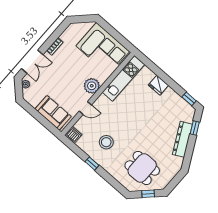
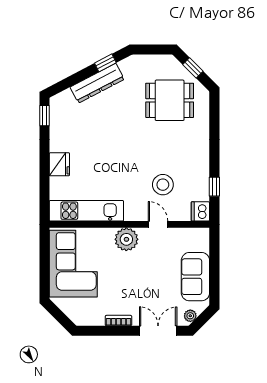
sofa: (53, 113) -> (195, 277), moved
window: (195, 128) -> (105, 63), moved
stool: (106, 142) -> (163, 185), moved
window: (92, 163) -> (214, 187), moved
dining table: (142, 168) -> (170, 100), turned 90

